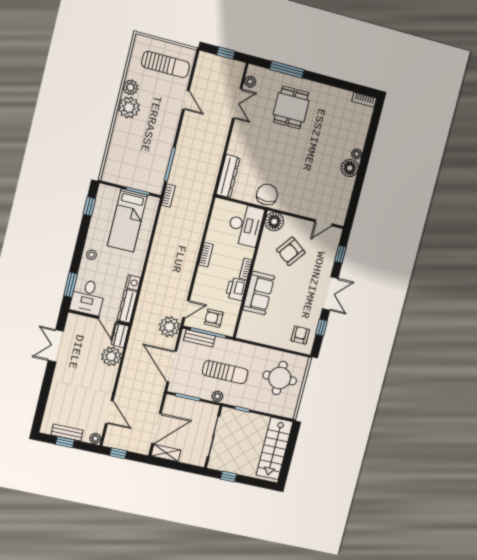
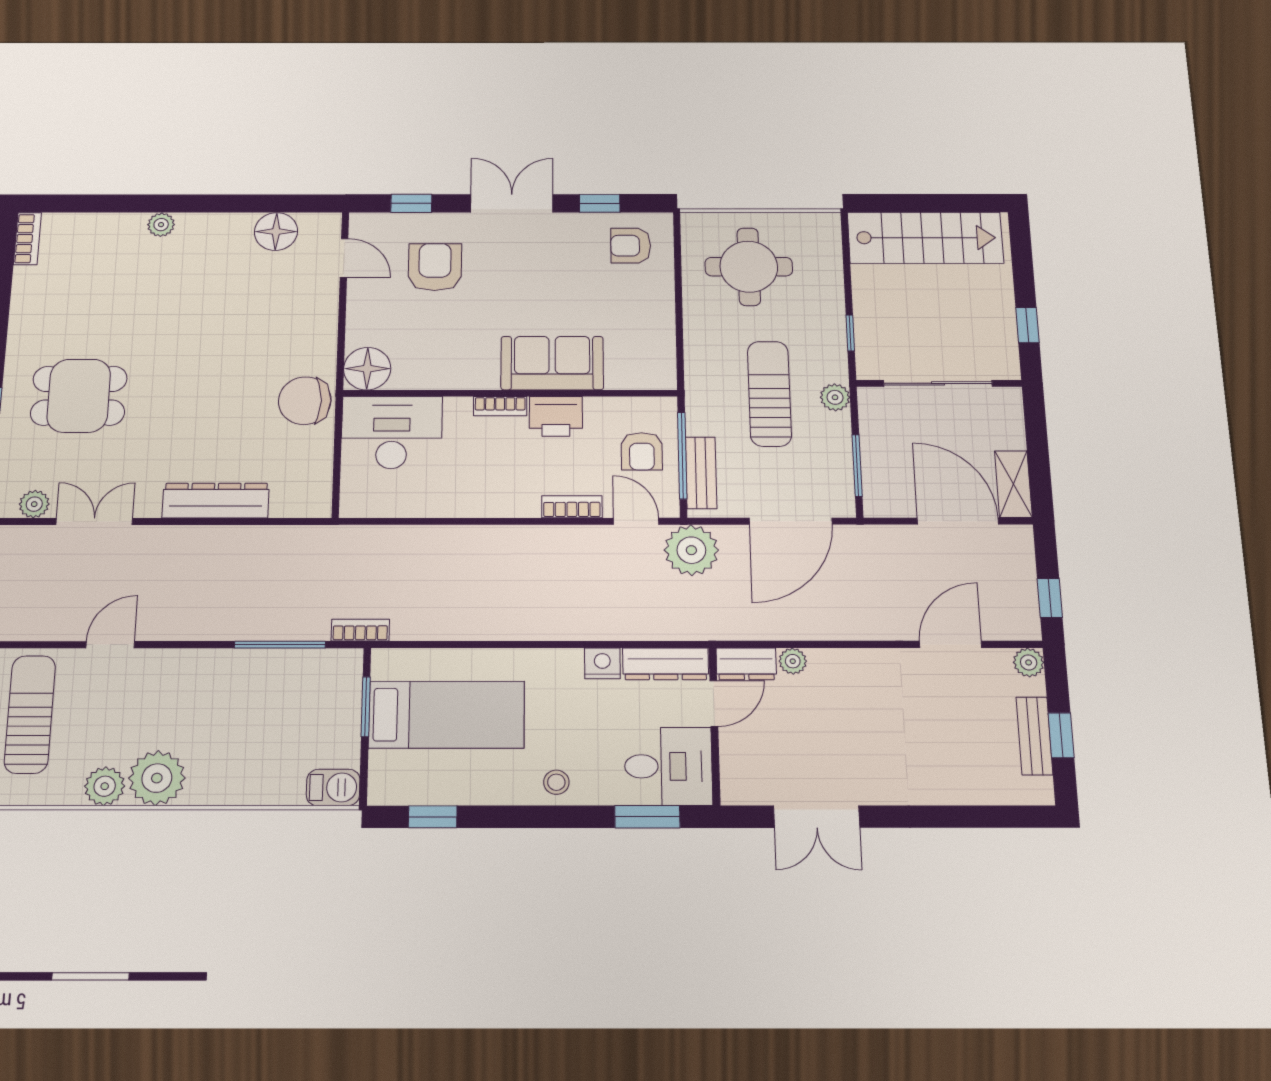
floor lamp: (350, 168) -> (276, 232), moved
barbecue: (109, 172) -> (333, 787), added
dresser: (228, 176) -> (216, 501), moved
armchair: (291, 251) -> (435, 267), moved, turned -127
bookcase: (206, 255) -> (572, 507), moved
plant: (111, 356) -> (793, 661), width x0.53, depth x0.53

